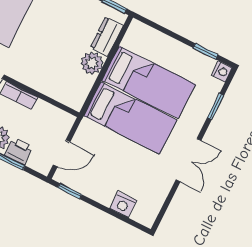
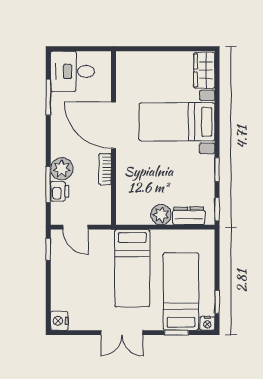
bed: (148, 82) -> (181, 291), moved, turned 180
nightstand: (123, 205) -> (59, 321), moved

